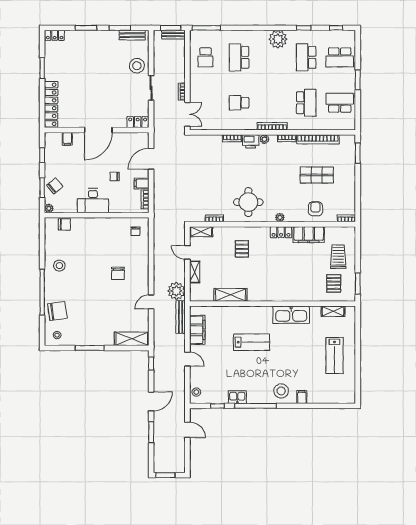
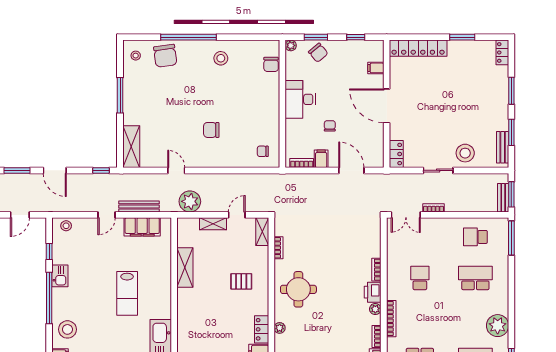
bench: (181, 317) -> (139, 206), moved

